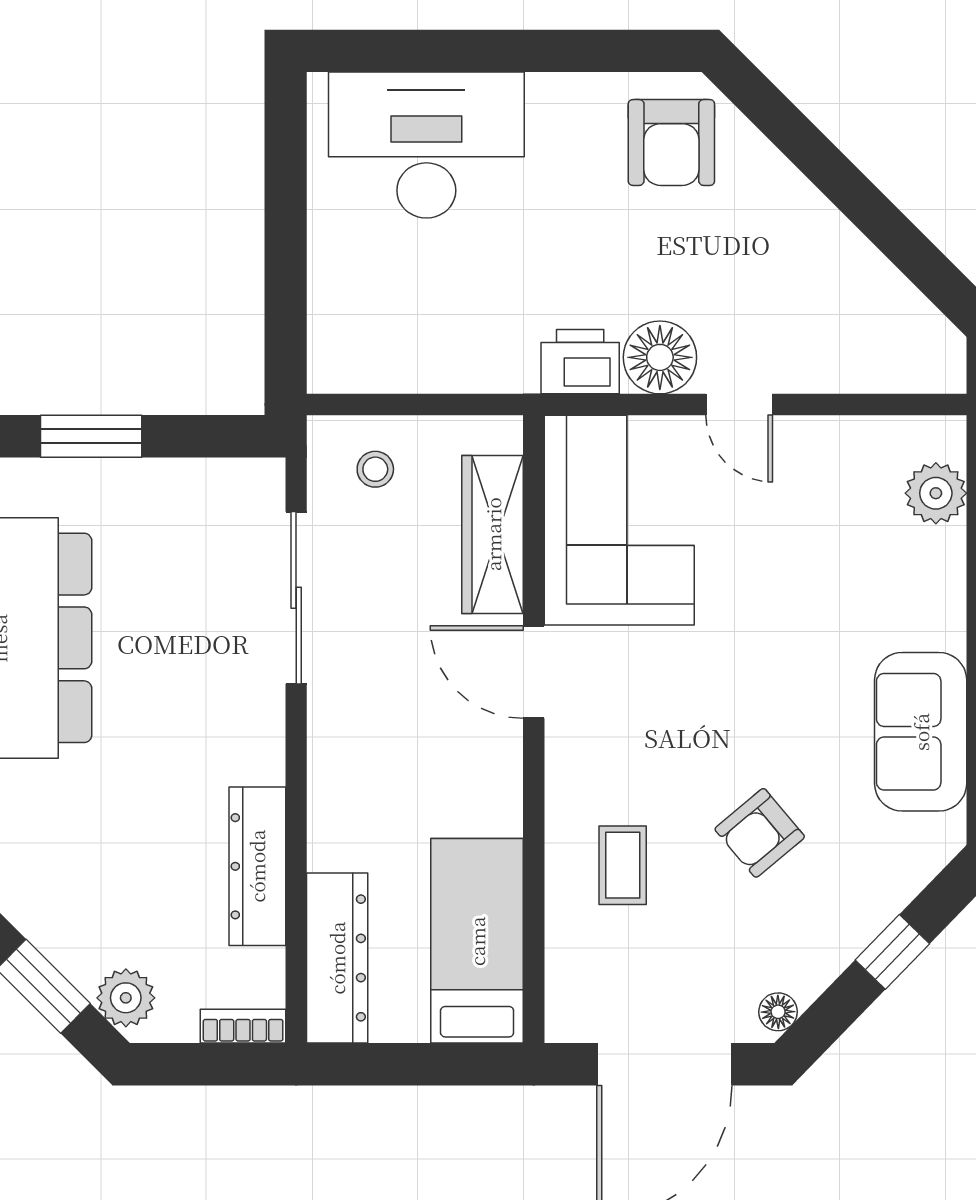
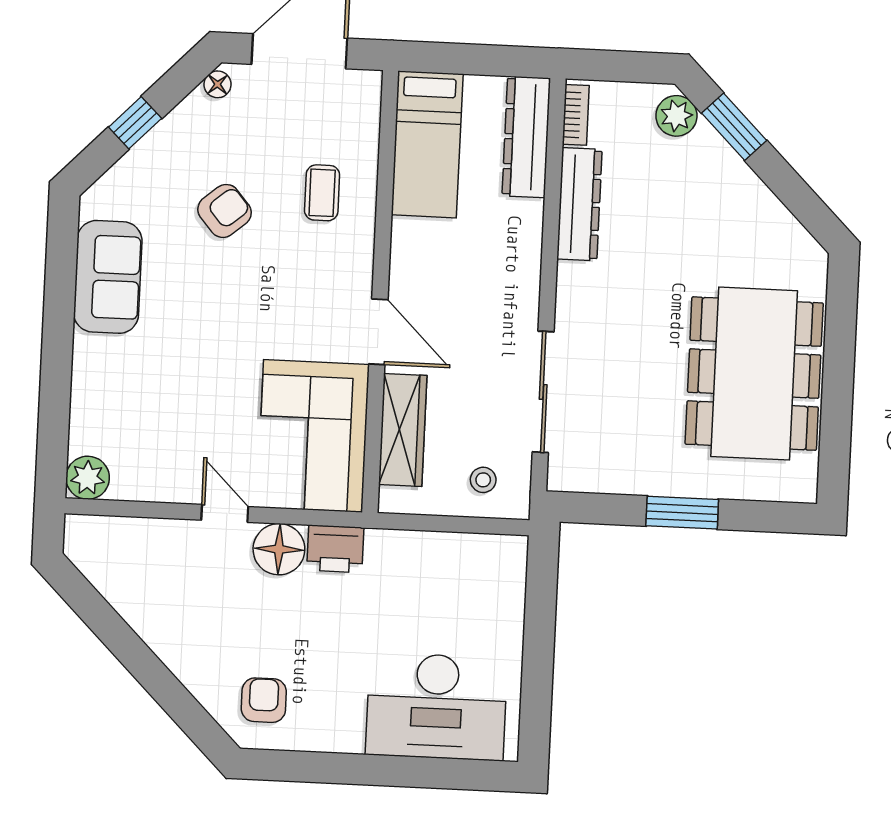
armchair: (671, 142) -> (264, 700), width x0.72, depth x0.72
plant: (936, 493) -> (88, 478), moved
bookcase: (243, 1026) -> (576, 115), moved, turned -90

